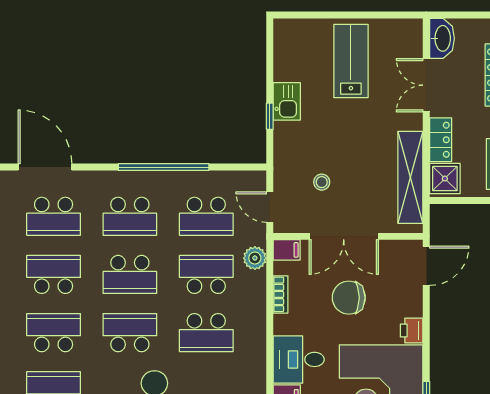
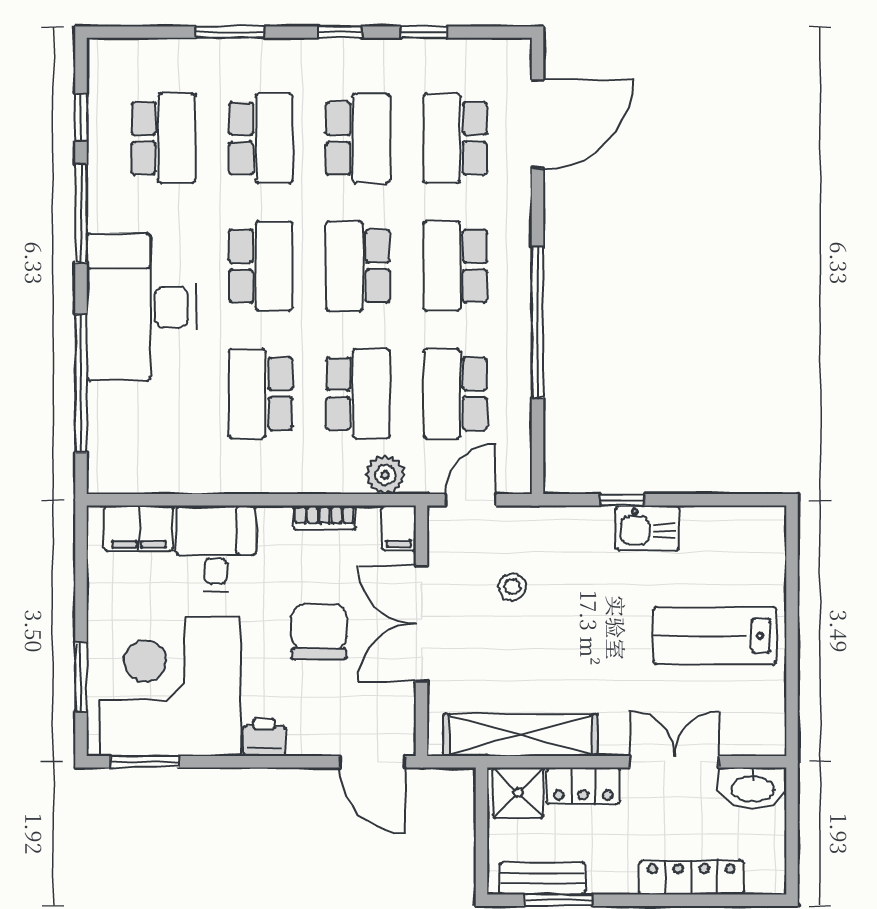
lab bench: (351, 61) -> (715, 636), turned 180

